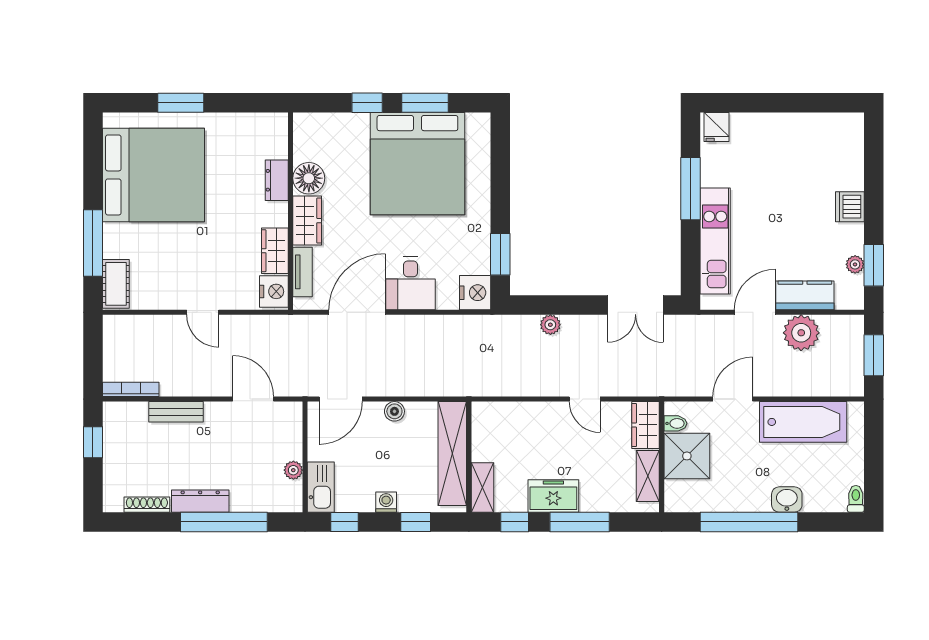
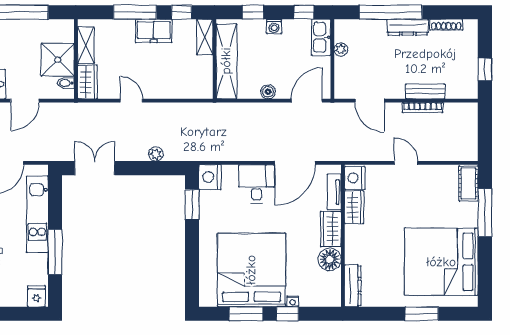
nightstand: (360, 120) -> (293, 301), added
dresser: (277, 180) -> (353, 286), moved, width x1.44
bookcase: (131, 389) -> (423, 107), moved

